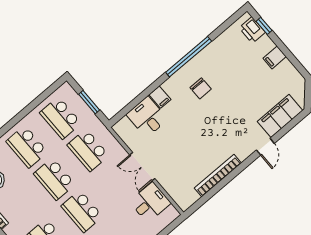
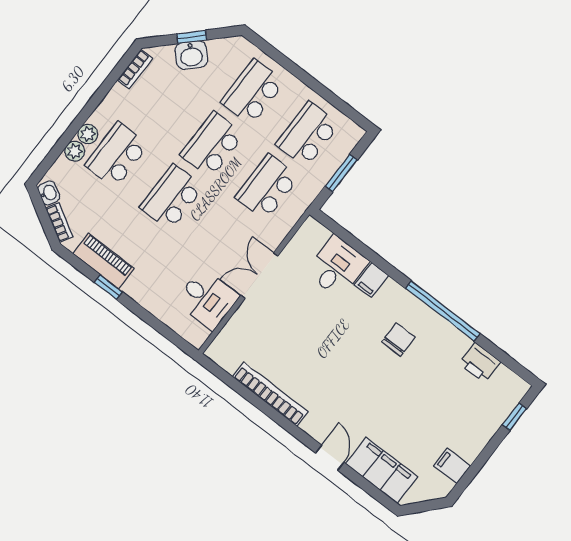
printer: (252, 30) -> (480, 363), moved, turned -90
filing cabinet: (275, 57) -> (452, 466), moved
chair: (201, 88) -> (398, 340), turned 180
door: (265, 147) -> (330, 458), swing flipped

